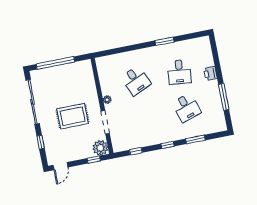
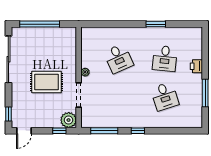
window: (195, 139) -> (167, 131), removed
window: (41, 142) -> (8, 114), moved
window: (136, 151) -> (104, 131), width x2.17

